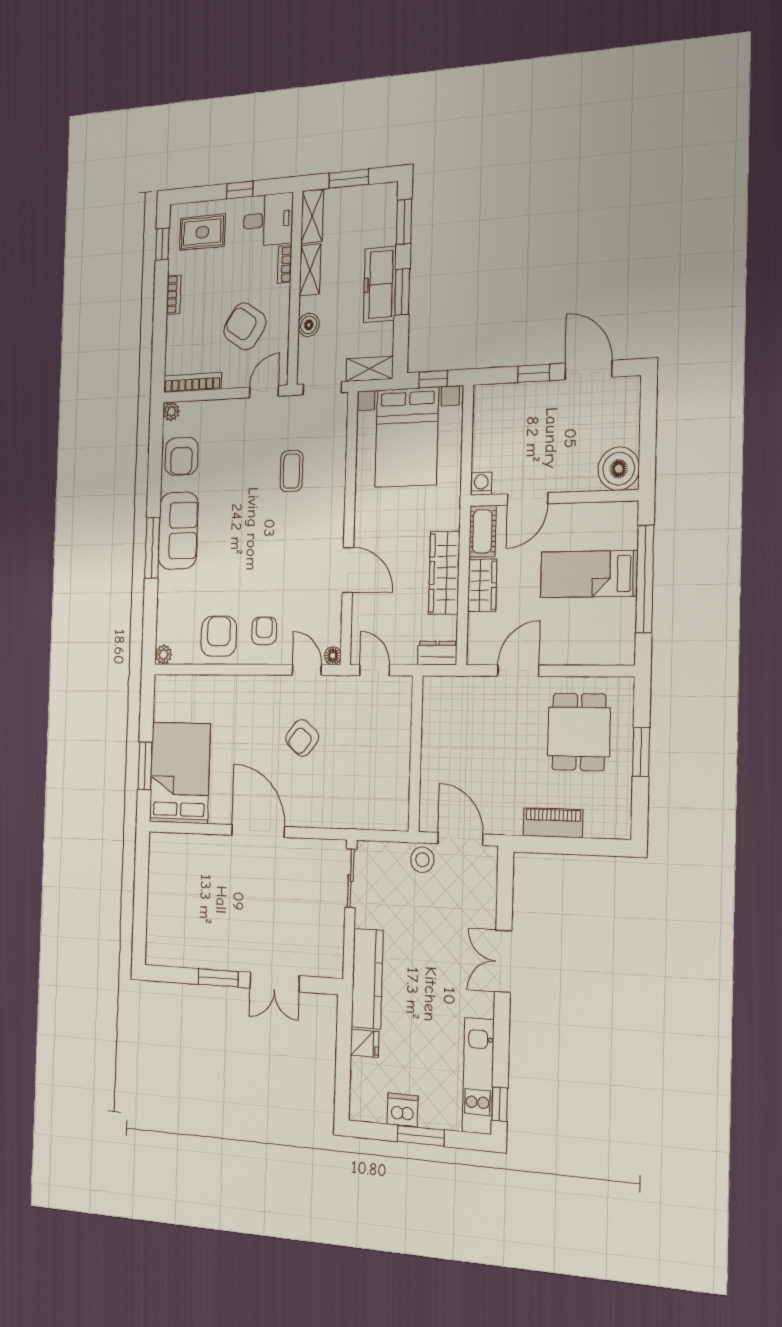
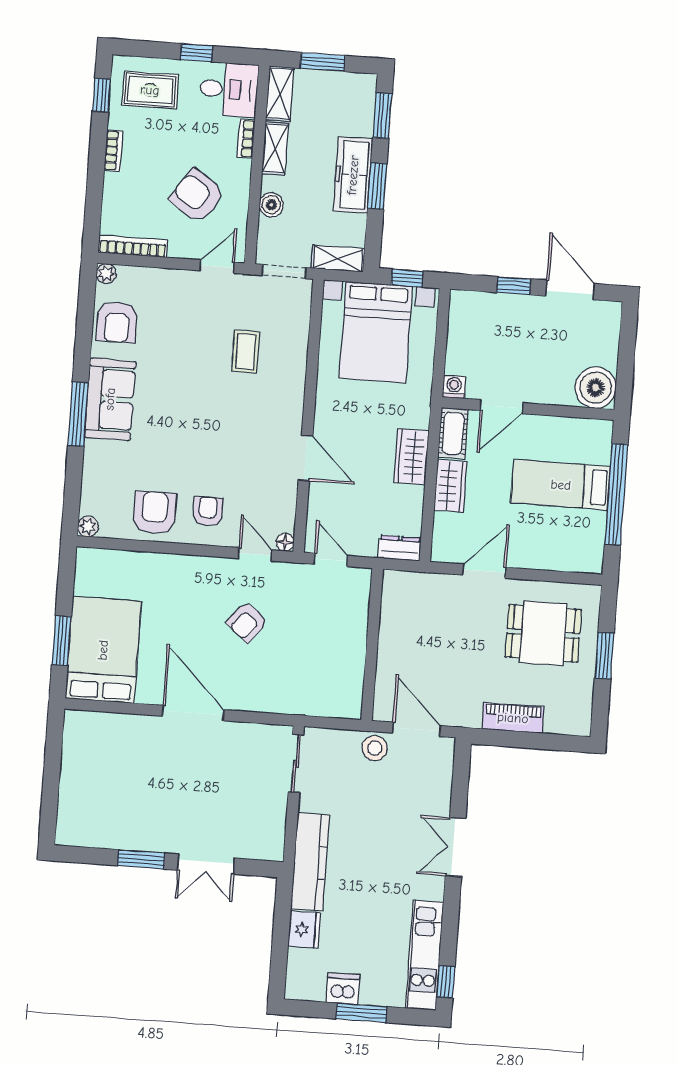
wardrobe: (444, 573) -> (412, 457), width x0.67
dining table: (579, 732) -> (543, 633), turned 90
fridge: (365, 1043) -> (304, 930), width x1.38

